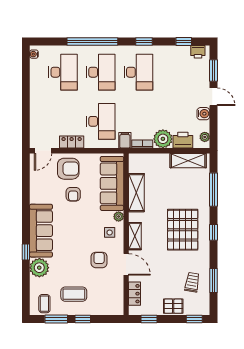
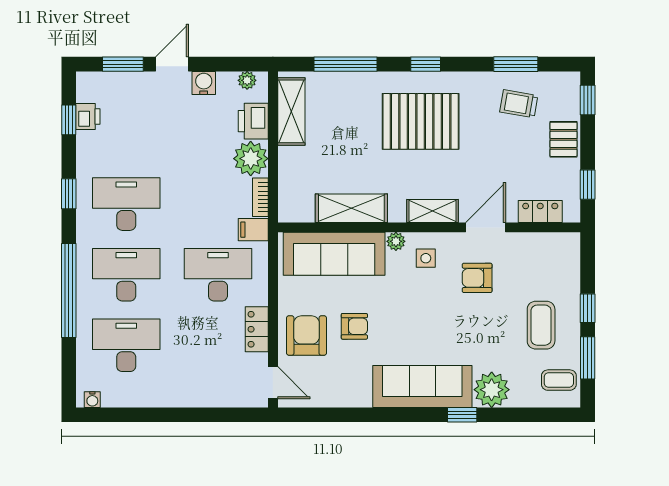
printer: (198, 52) -> (88, 116), moved

